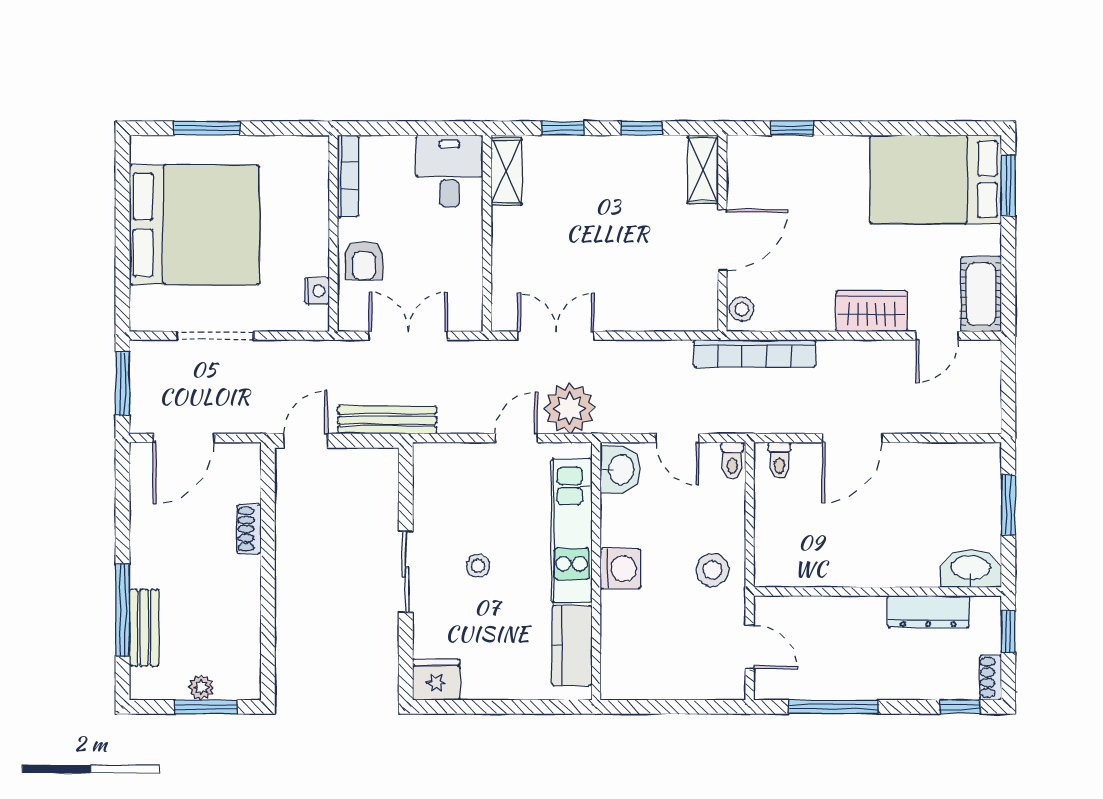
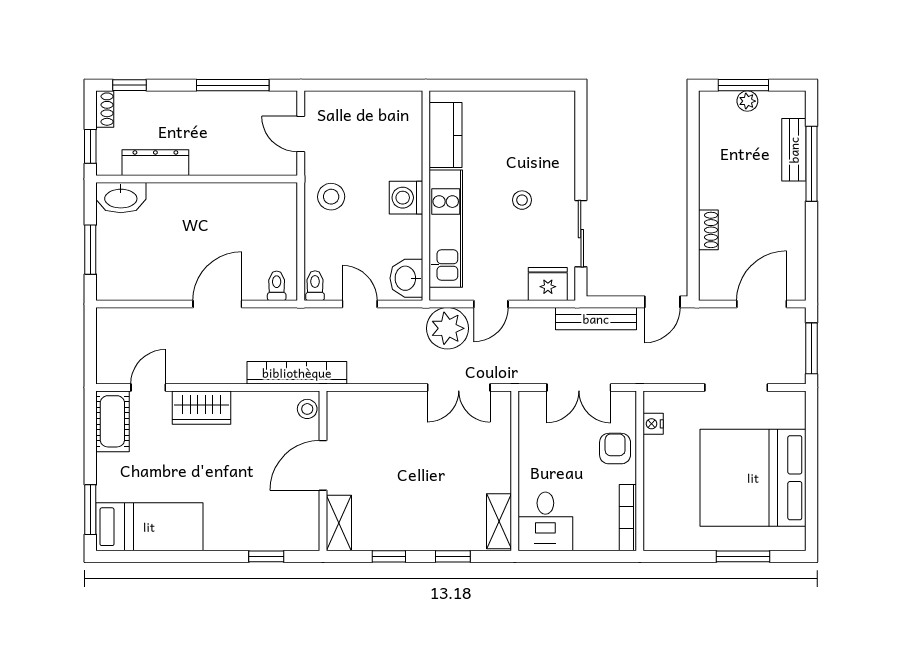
bed: (936, 179) -> (149, 527), width x0.67
sliding door: (406, 572) -> (581, 234), moved
fridge: (436, 680) -> (548, 284), moved, turned 180

